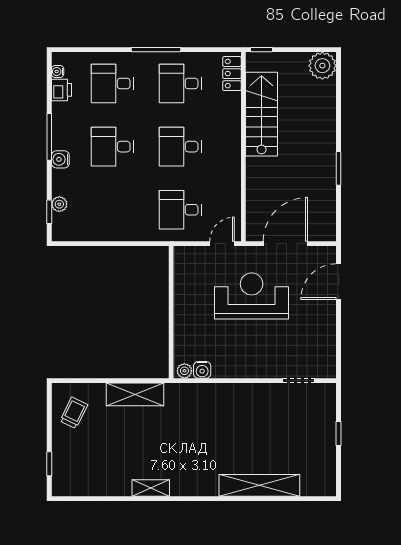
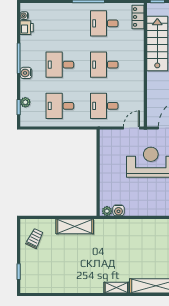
desk: (112, 83) -> (60, 106), moved
shelving: (151, 488) -> (116, 288), moved

